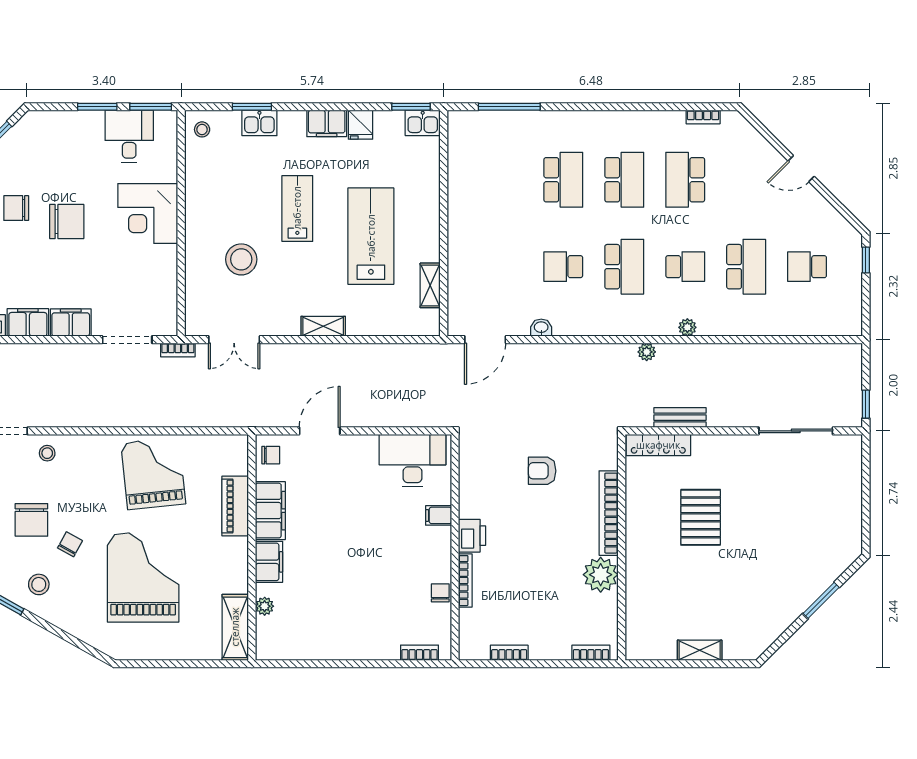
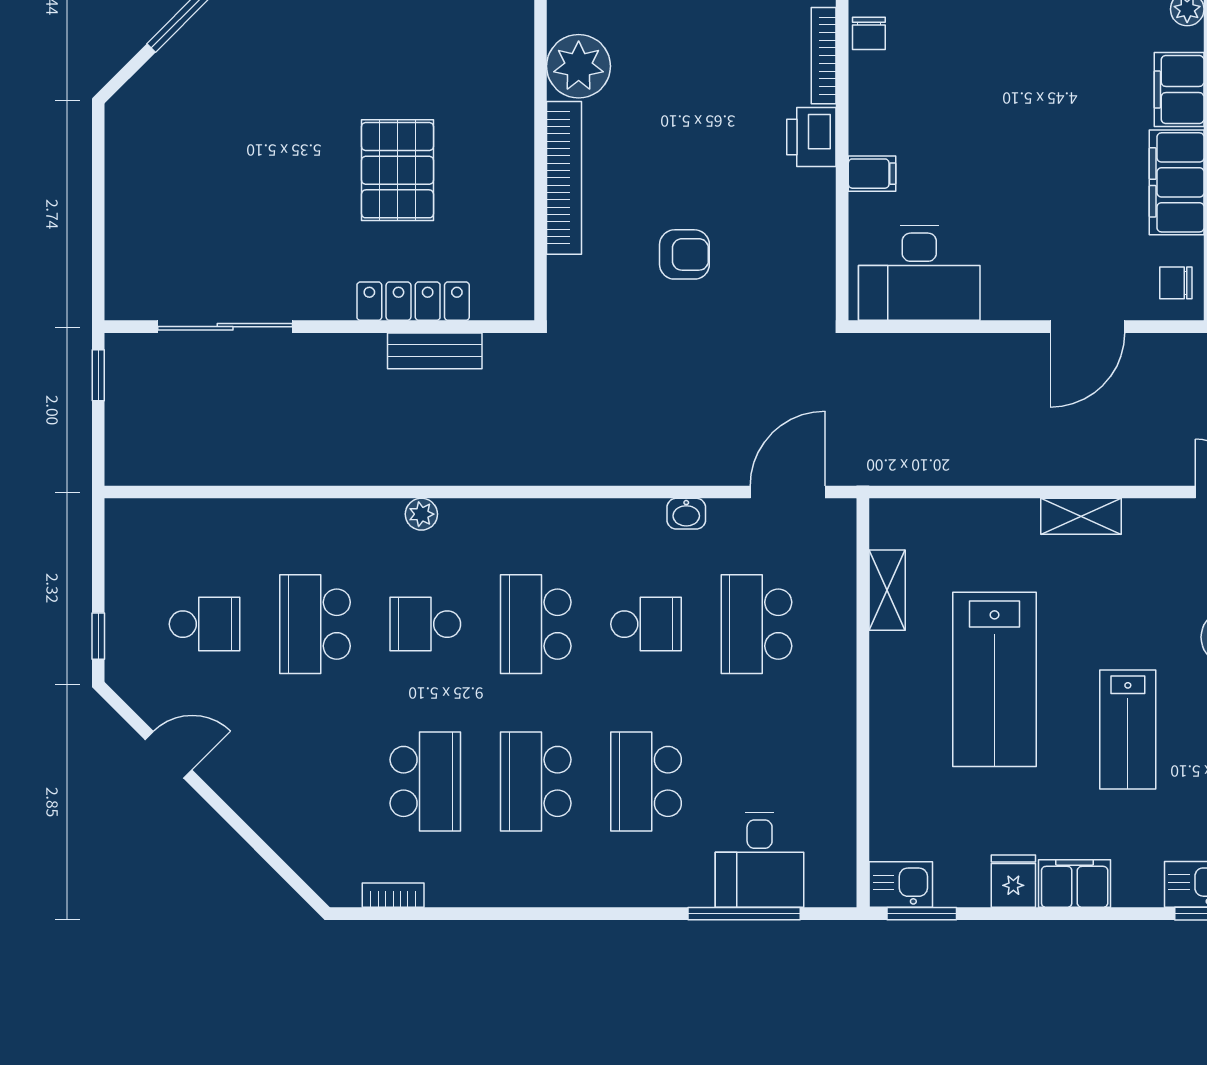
desk: (501, 136) -> (760, 860), added
door: (801, 169) -> (168, 755), moved
school desk: (502, 267) -> (756, 624), added
plant: (647, 352) -> (495, 470), removed
locker: (658, 445) -> (413, 301), moved

